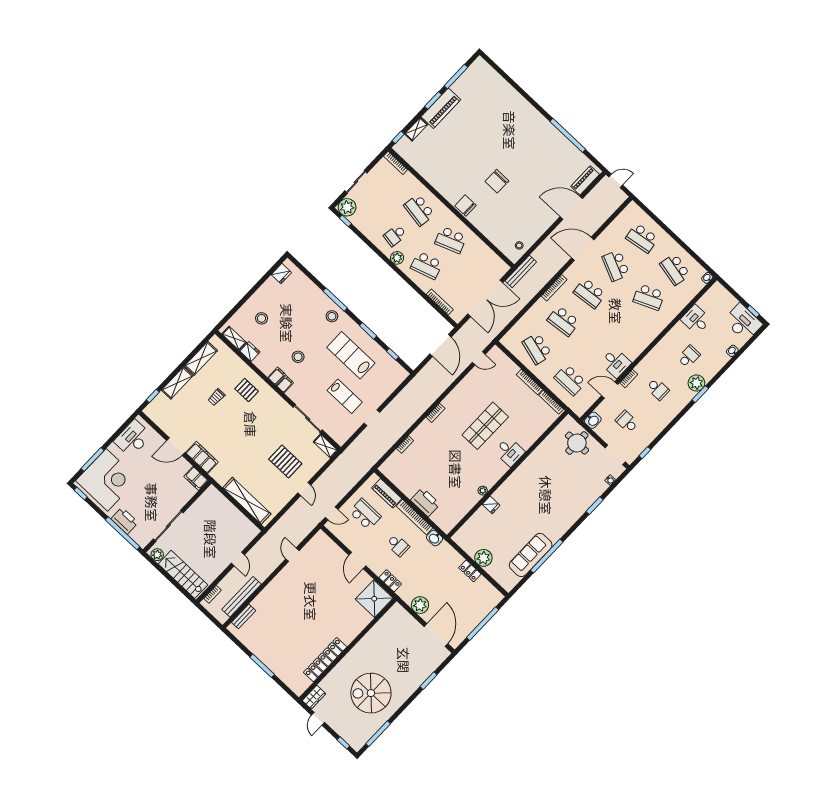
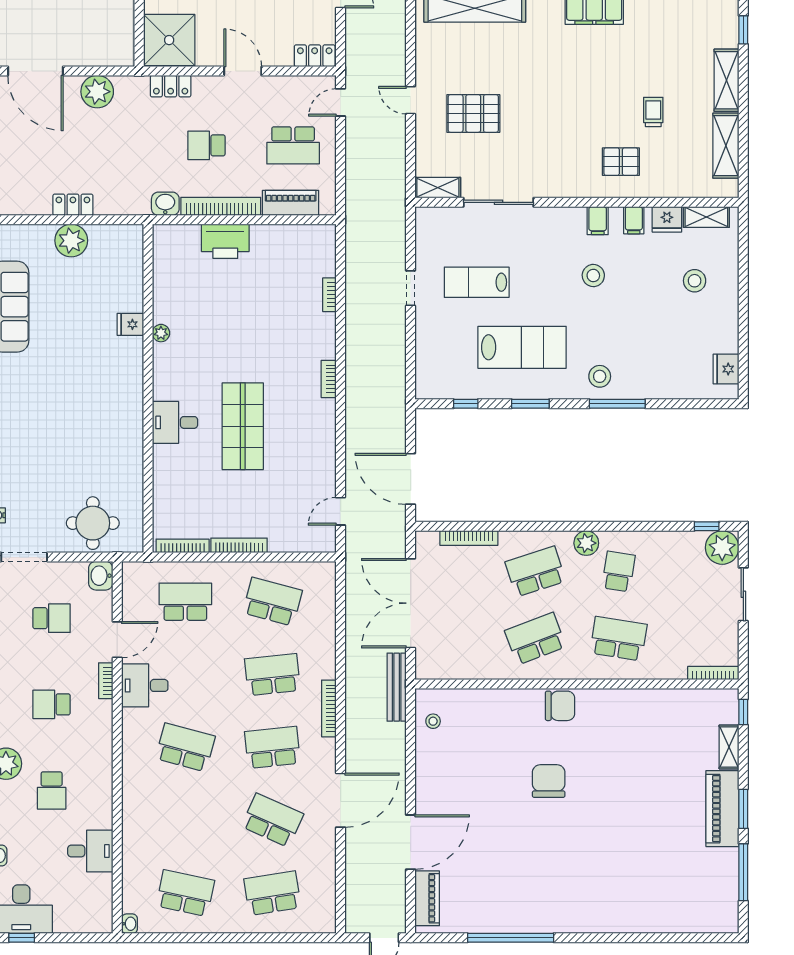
school desk: (649, 297) -> (185, 747), moved, turned 39
filing cabinet: (285, 384) -> (634, 220), moved
locker: (325, 540) -> (315, 56), added

